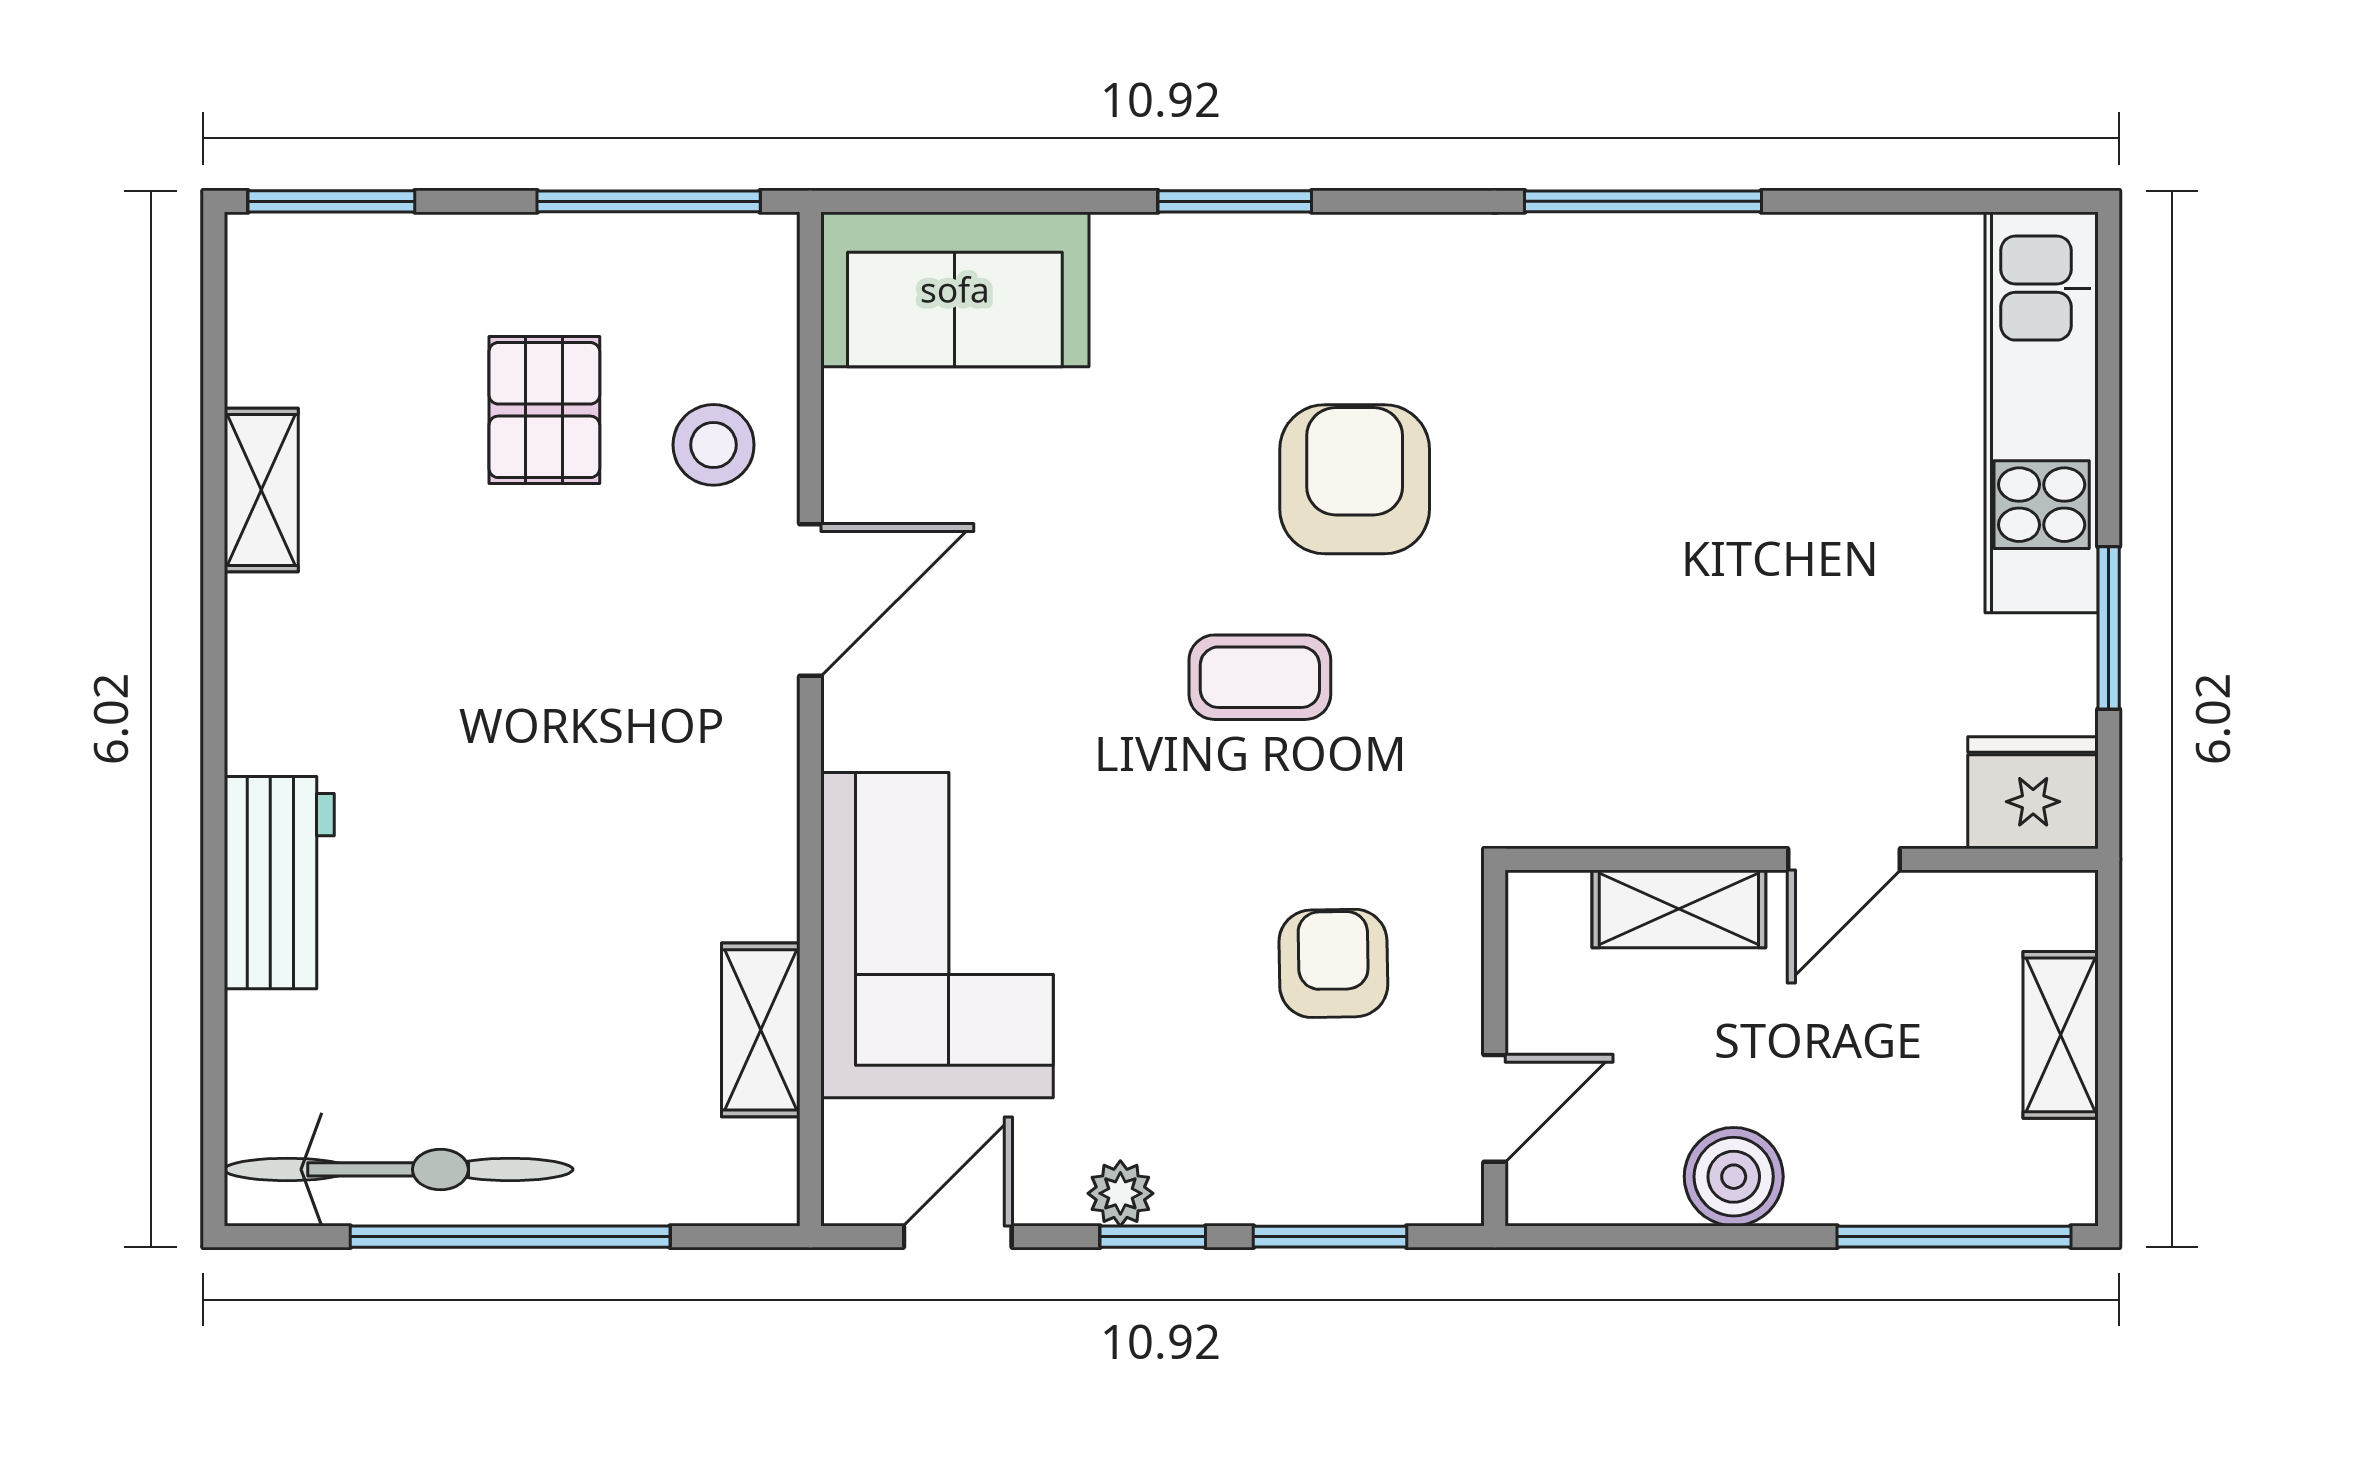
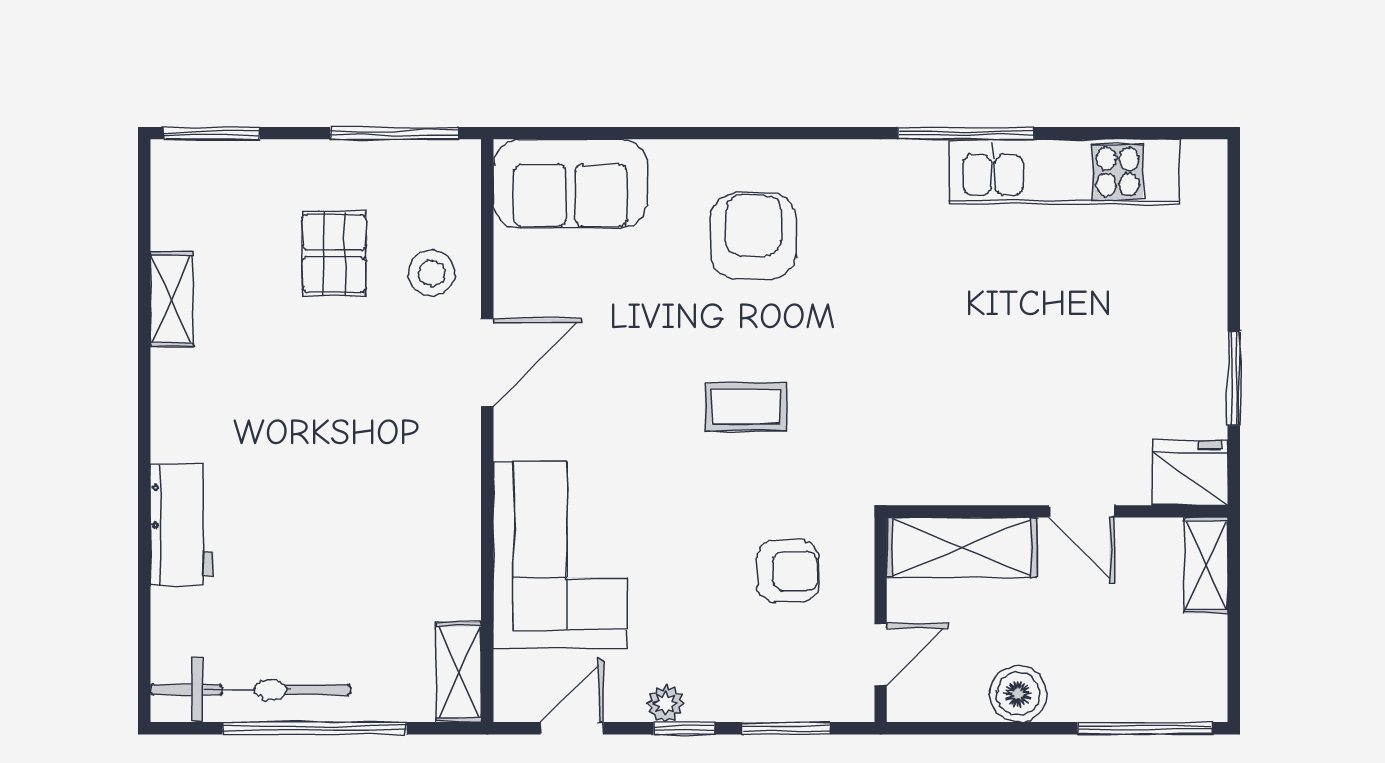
window: (1235, 201) -> (731, 133), removed
kitchen unit: (2042, 412) -> (1065, 172), moved, turned -90
armchair: (1355, 479) -> (753, 236), moved
door: (1844, 859) -> (1082, 511), hinge flipped
shelving: (1679, 909) -> (962, 547), width x1.50, depth x1.33
armchair: (1333, 963) -> (788, 571), turned 91
shelving: (761, 1030) -> (459, 672), moved
shelving: (2061, 1035) -> (1206, 565), moved

